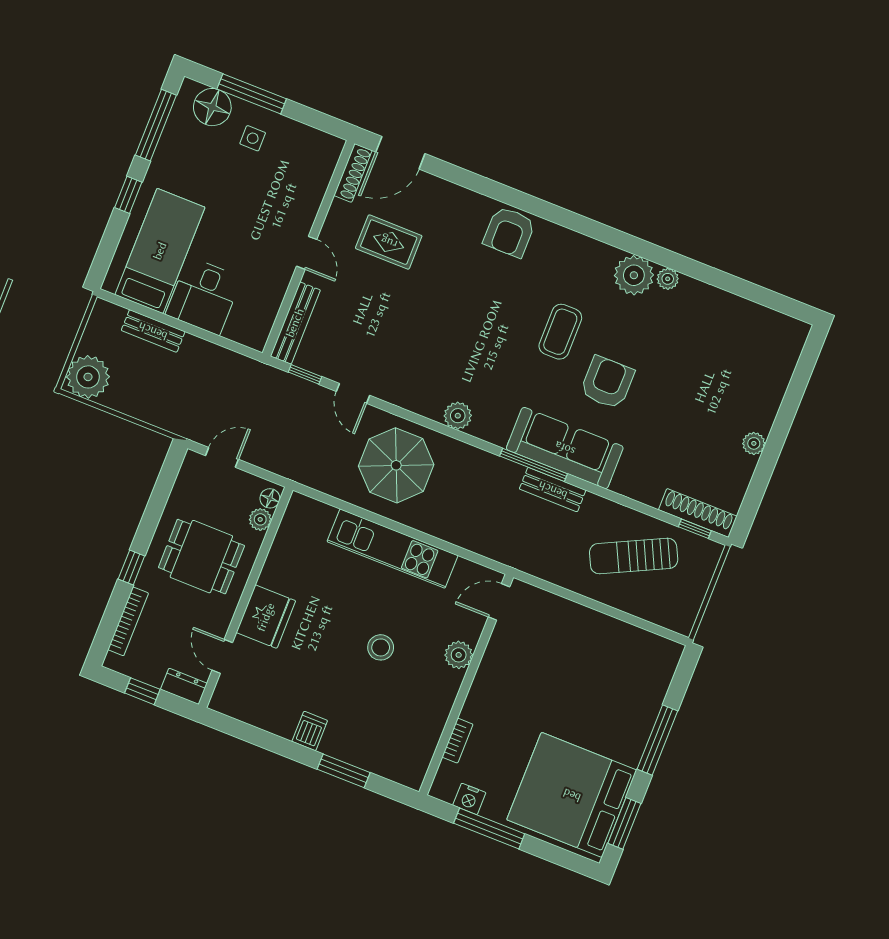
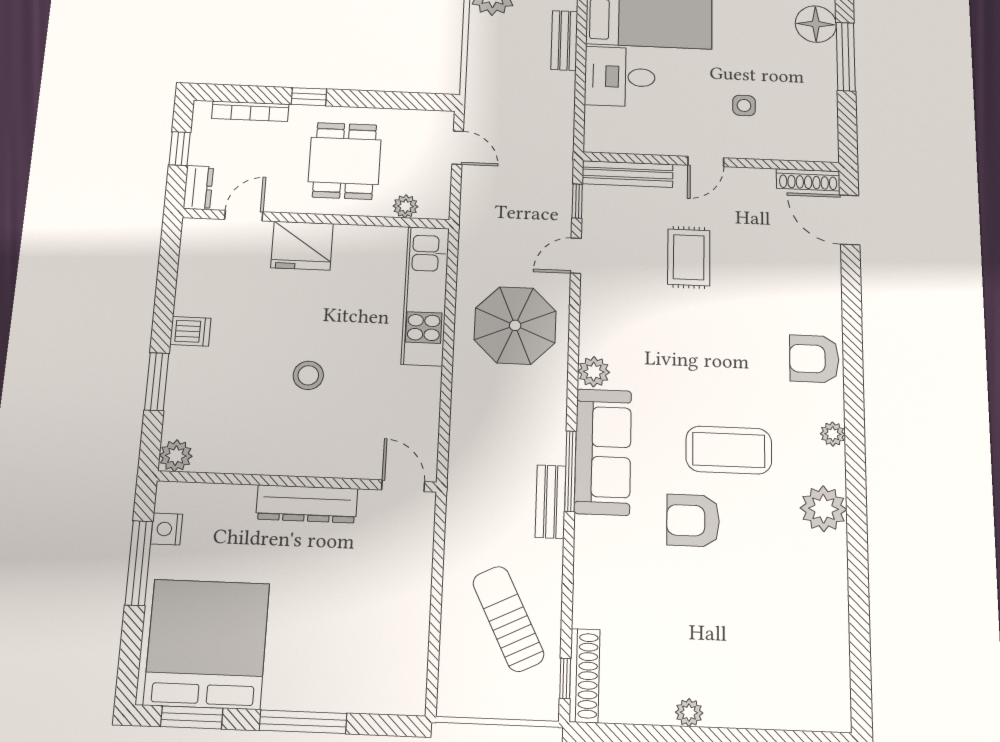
side table: (253, 138) -> (744, 105), moved
rug: (389, 242) -> (689, 257), moved
plant: (668, 279) -> (833, 434), moved
coffee table: (560, 332) -> (729, 450), width x1.36, depth x1.32
armchair: (607, 382) -> (693, 521), turned 180
sofa: (565, 448) -> (603, 452), moved
floor lamp: (270, 498) -> (432, 209), removed
kitchen unit: (393, 549) -> (425, 296), moved
plant: (459, 655) -> (176, 456), moved
dresser: (487, 683) -> (307, 504), added
bookcase: (457, 741) -> (230, 493), removed

